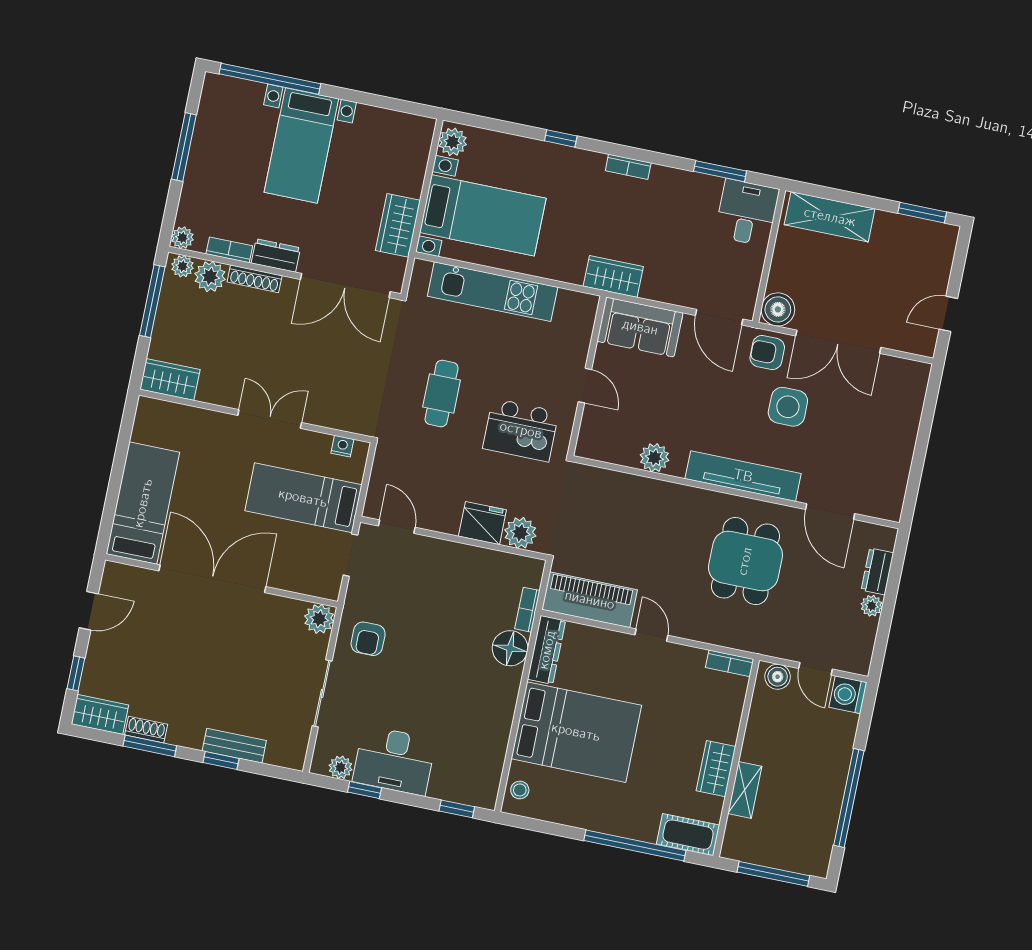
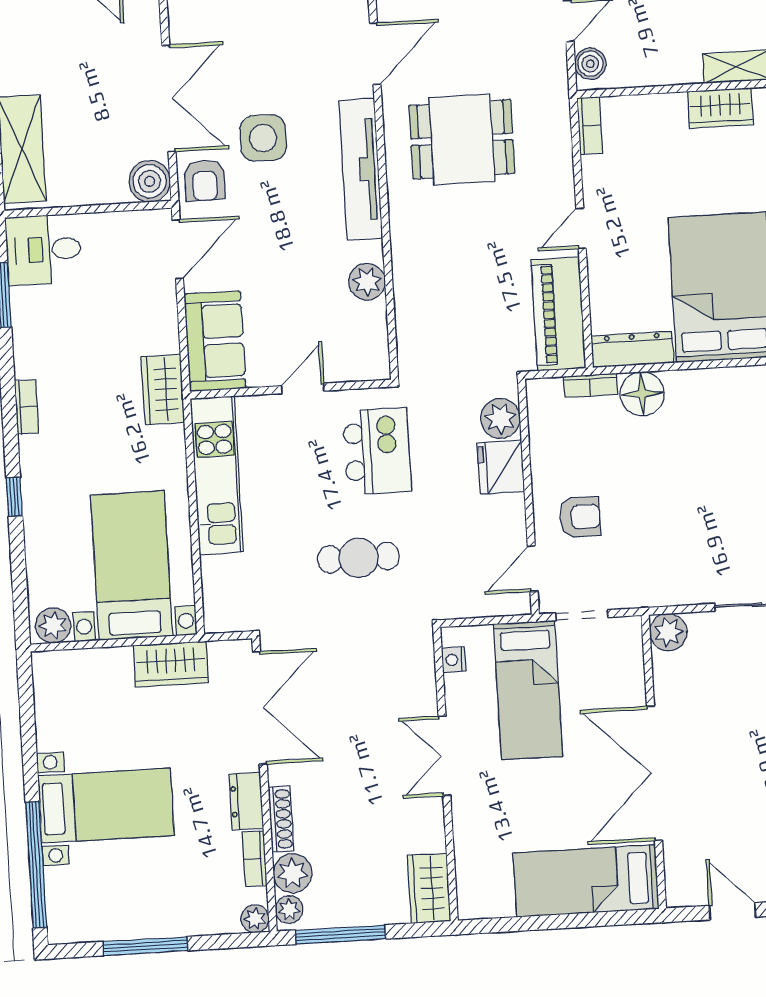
kitchen unit: (493, 292) -> (217, 475), moved
armchair: (368, 639) -> (580, 517), moved

